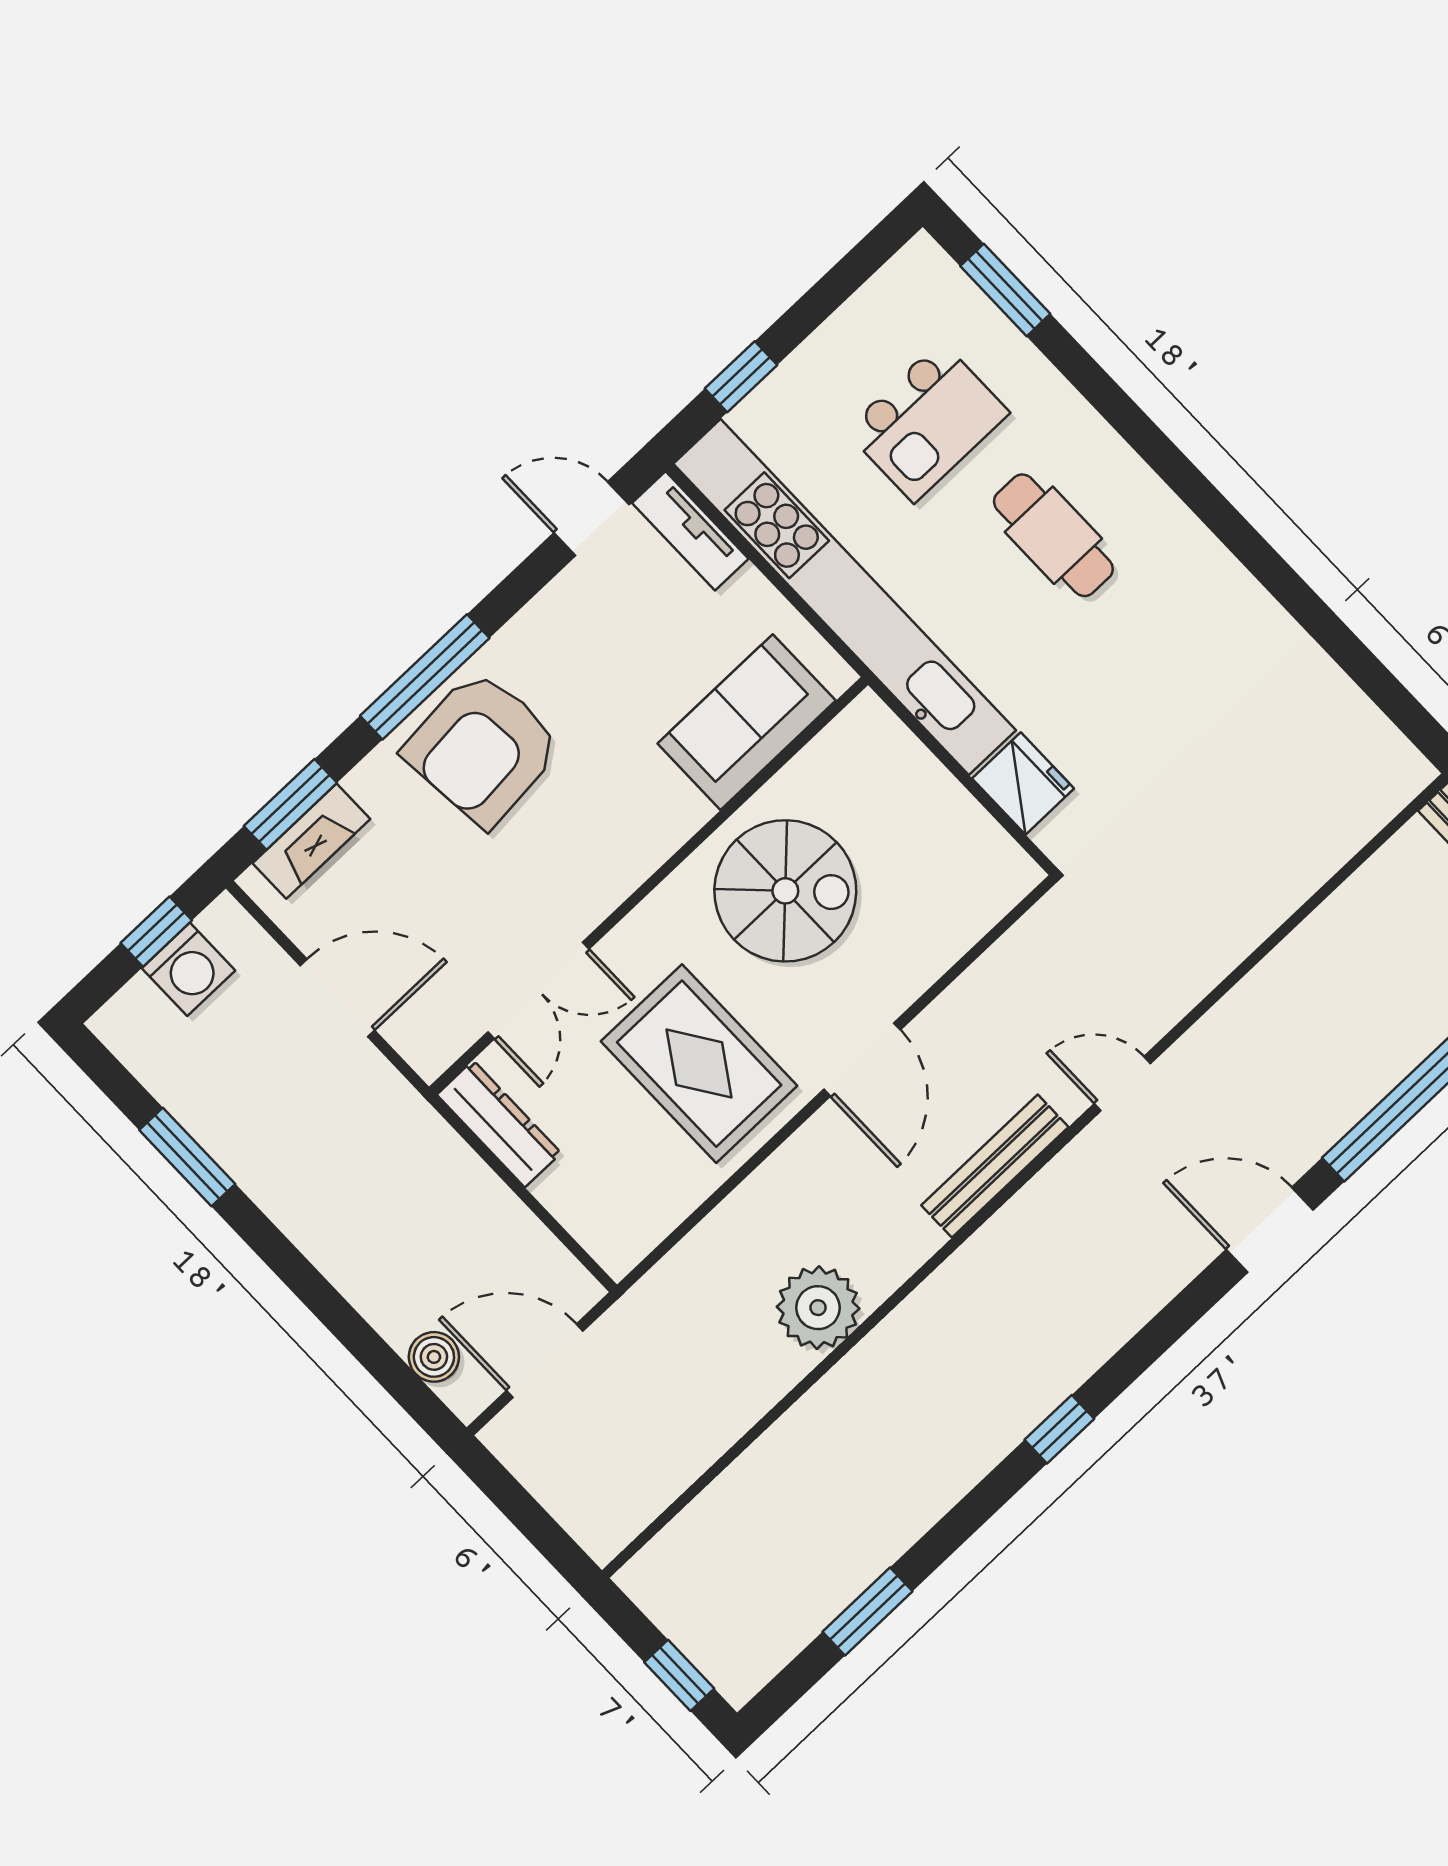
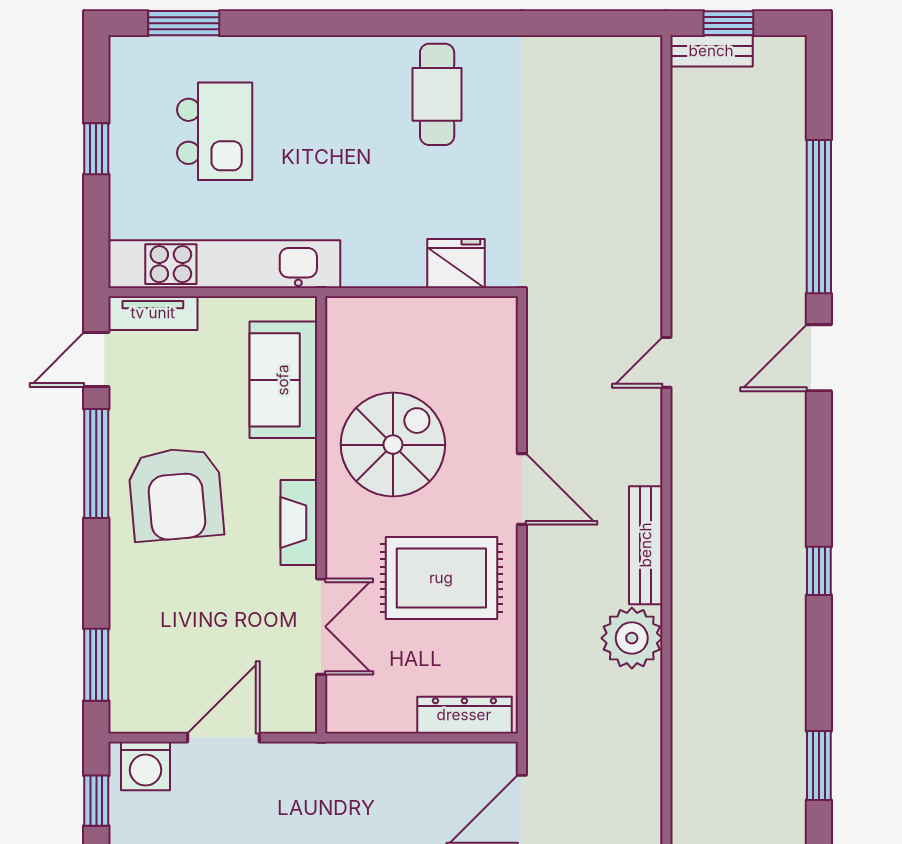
window: (741, 377) -> (96, 149), moved
cafe table: (1053, 535) -> (437, 94), moved, turned 90
kitchen unit: (845, 597) -> (224, 264), width x0.73
window: (425, 677) -> (96, 463), moved
armchair: (483, 748) -> (176, 494), moved
fireplace: (311, 841) -> (299, 522), moved, turned 180
washing machine: (188, 969) -> (146, 766), moved, turned 90
dresser: (499, 1124) -> (464, 715), moved
bench: (995, 1166) -> (646, 545), moved

